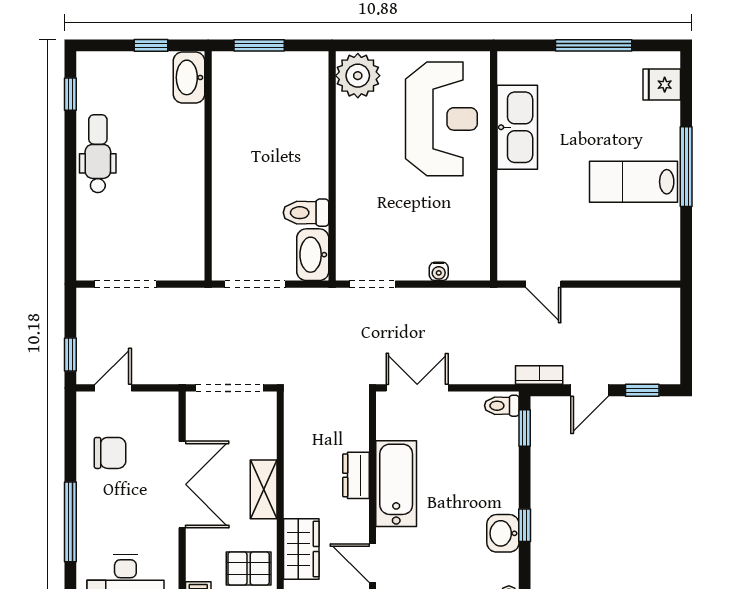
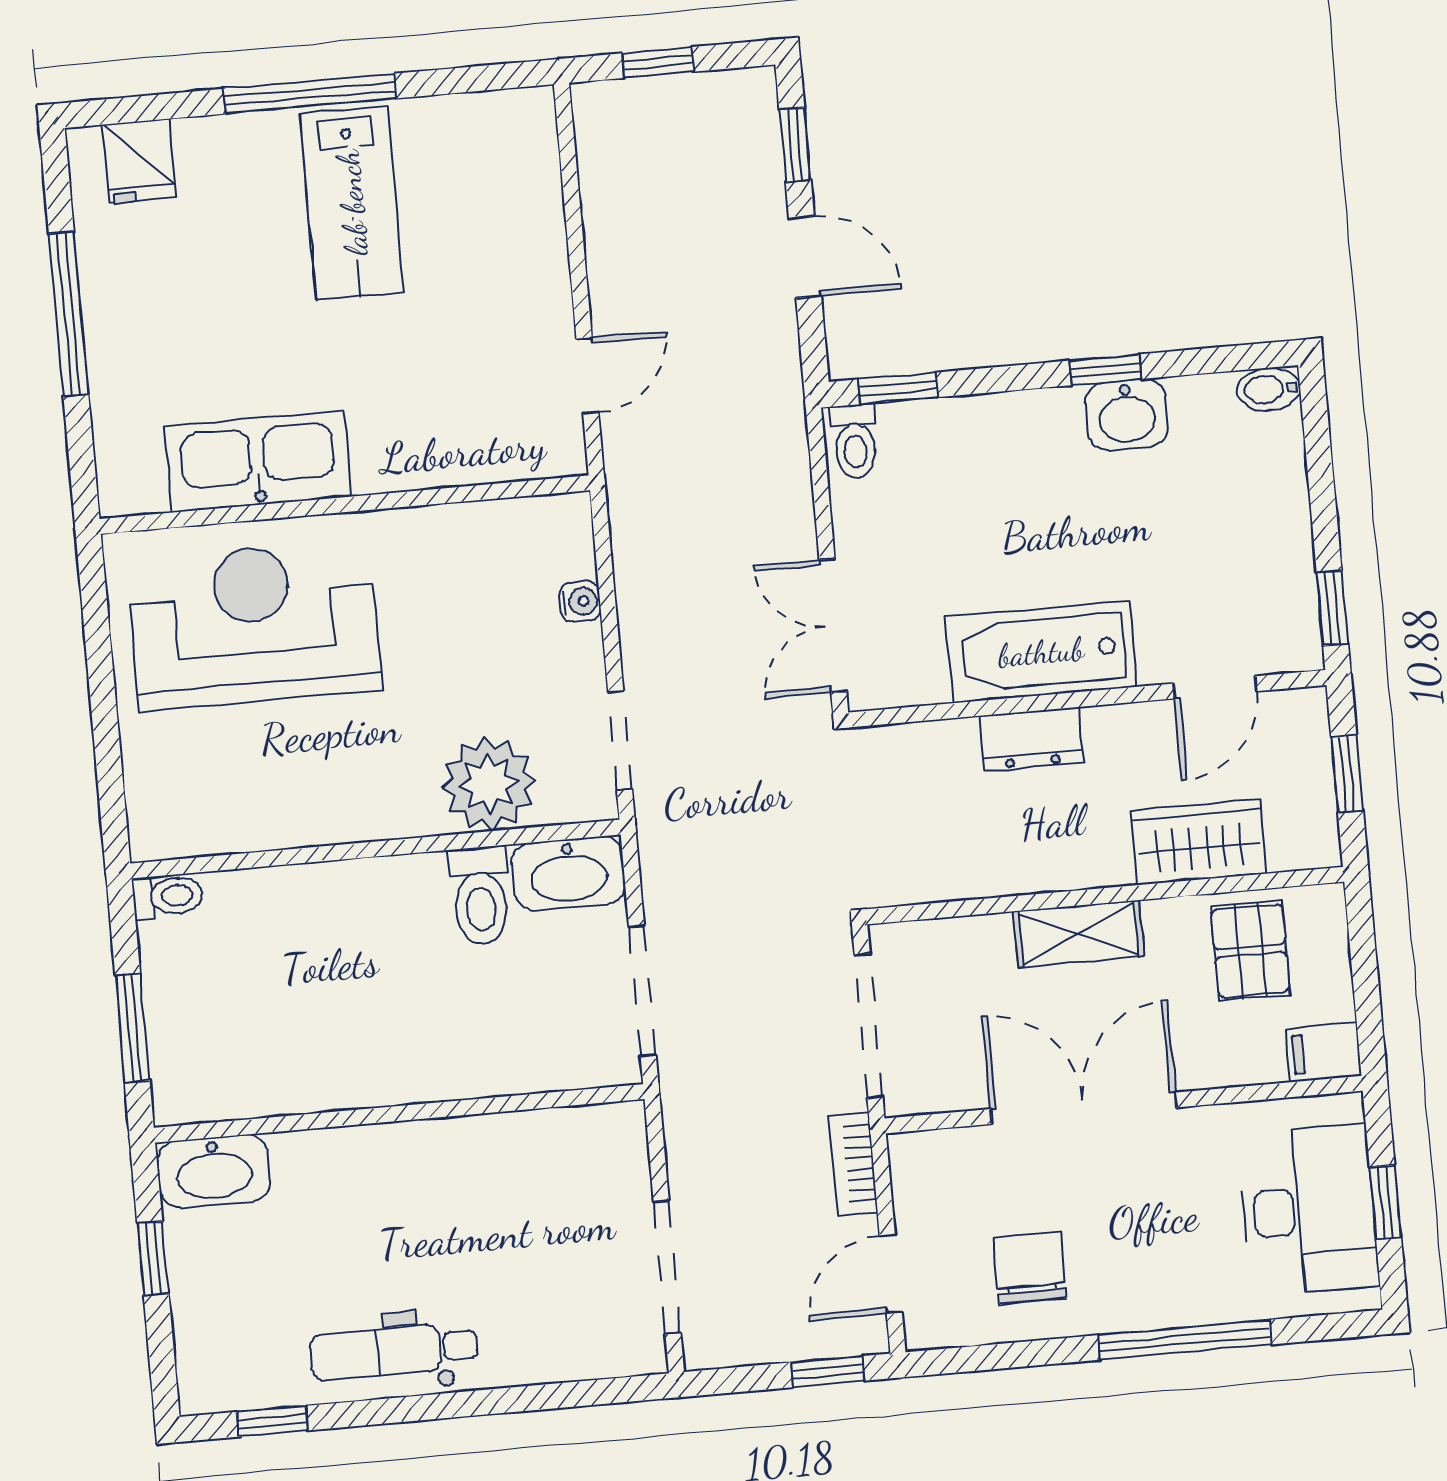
toilet: (319, 67) -> (168, 896), added
plant: (358, 76) -> (489, 784), moved
window: (686, 330) -> (658, 63), added
bookcase: (539, 375) -> (853, 1164), moved
door: (113, 388) -> (891, 1274), hinge flipped

